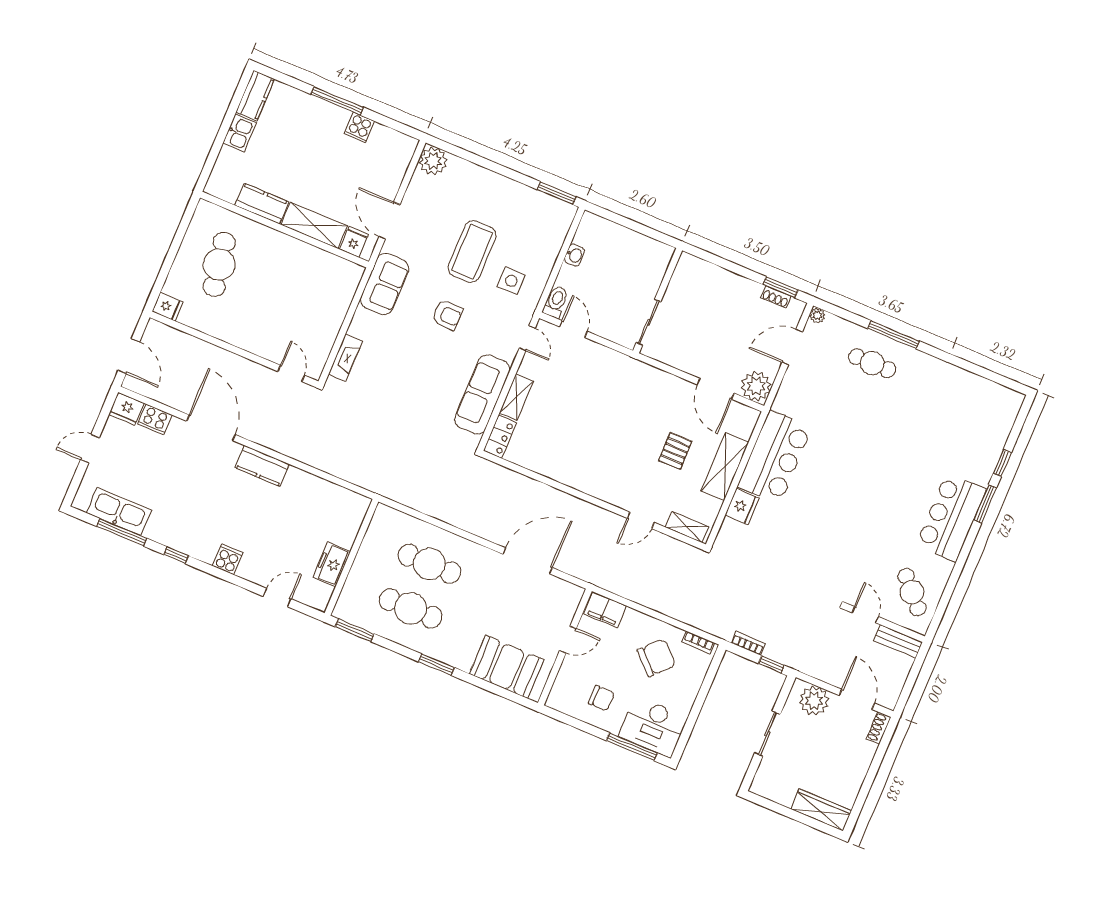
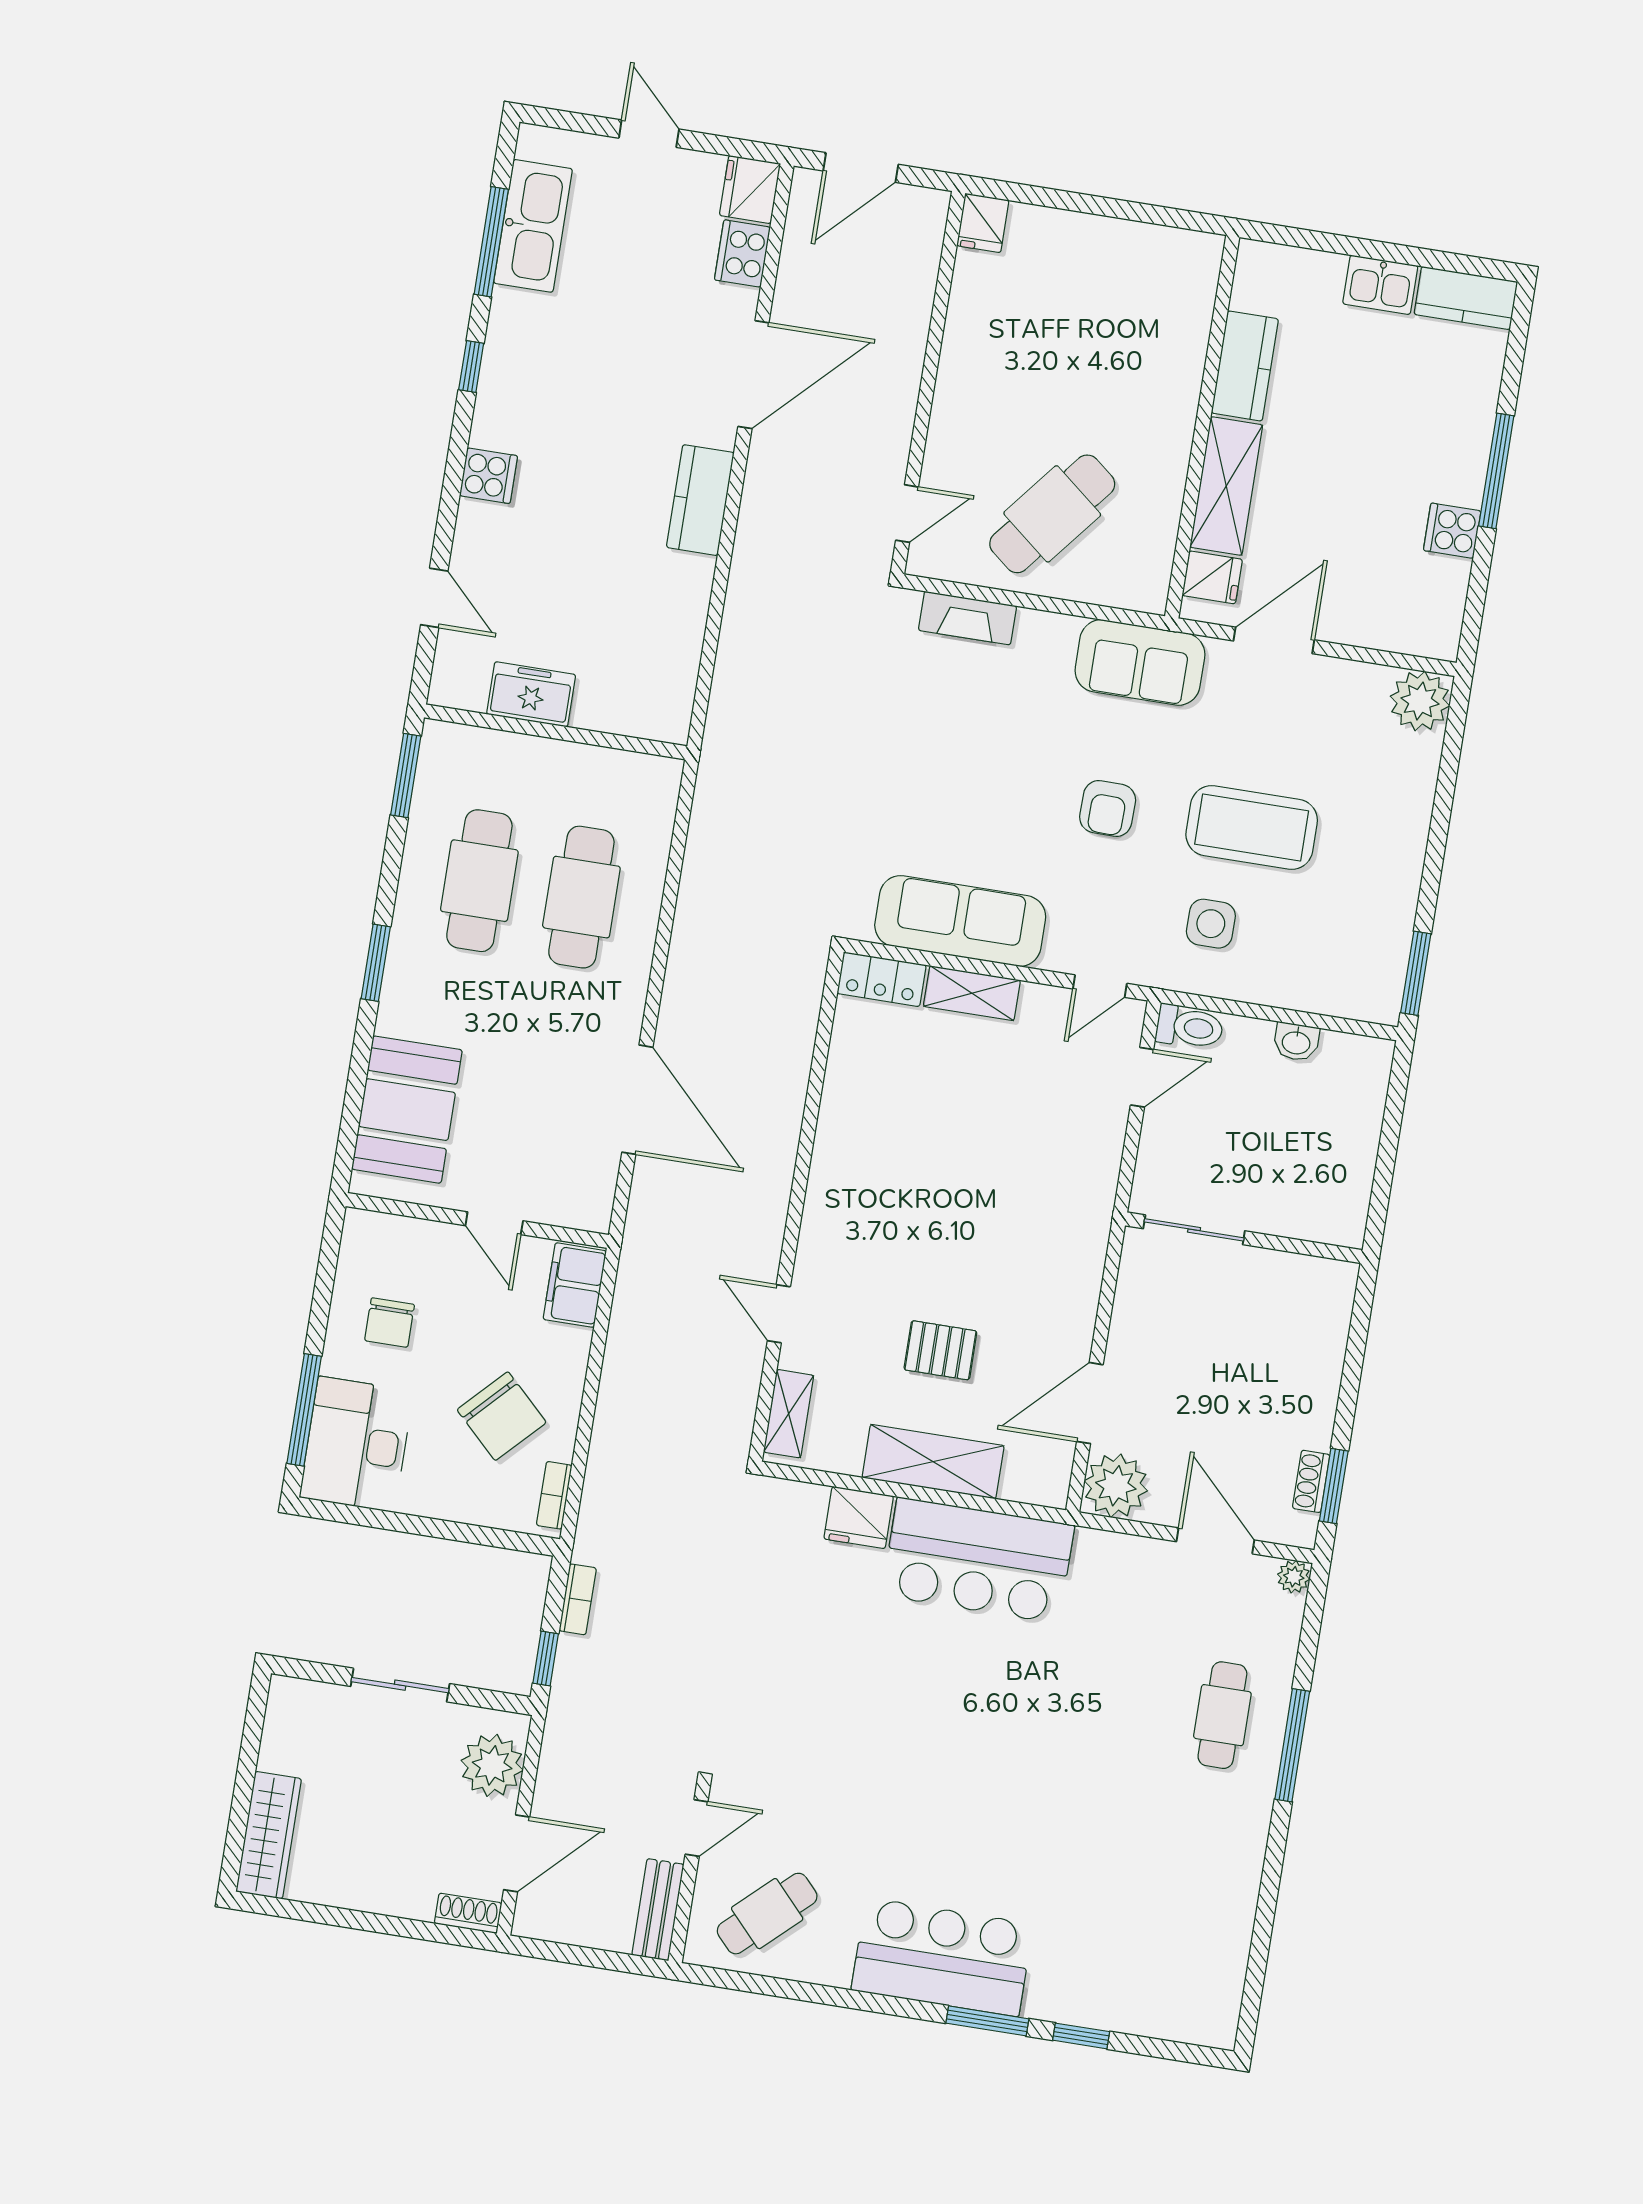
cafe table: (219, 264) -> (1052, 514), moved, turned -41

